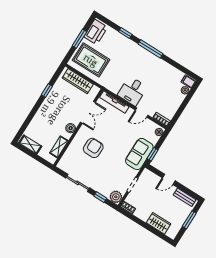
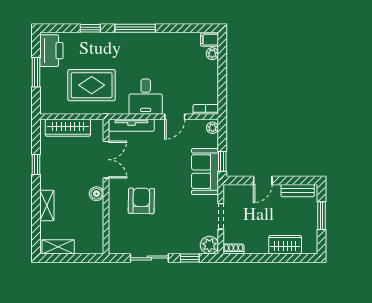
rug: (91, 60) -> (92, 85), moved
shelving: (59, 147) -> (47, 205), moved

